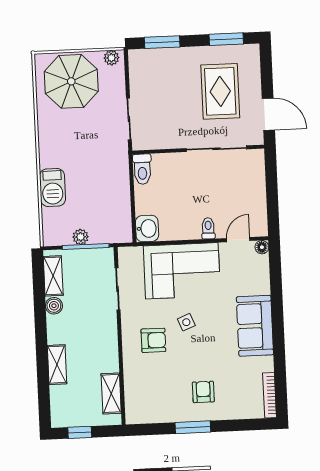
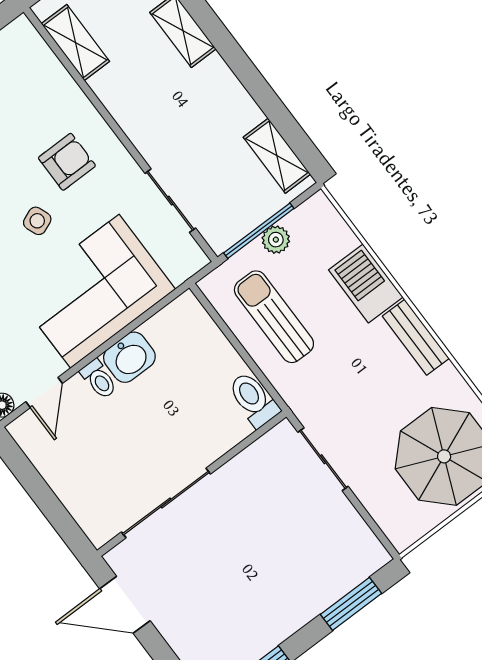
plant: (111, 58) -> (409, 531), removed
rug: (220, 91) -> (218, 590), removed
bench: (46, 146) -> (416, 337), added
sun lounger: (106, 201) -> (274, 317), added
washbasin: (147, 229) -> (129, 357), moved, turned -90
boiler: (54, 306) -> (246, 113), removed
armchair: (153, 340) -> (67, 162), turned 180

